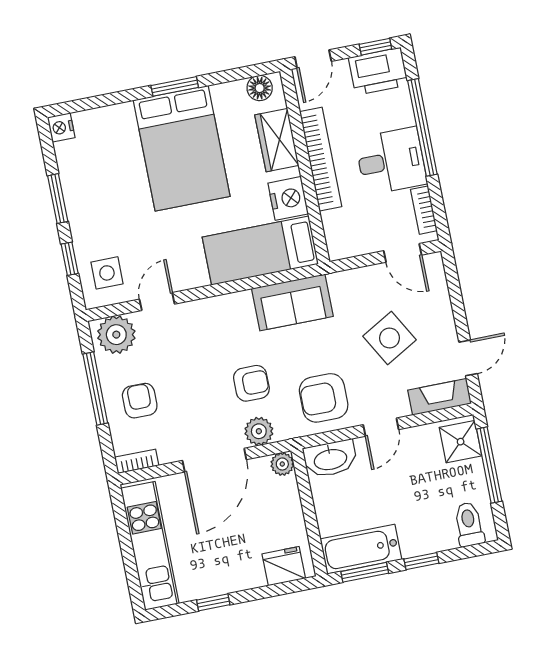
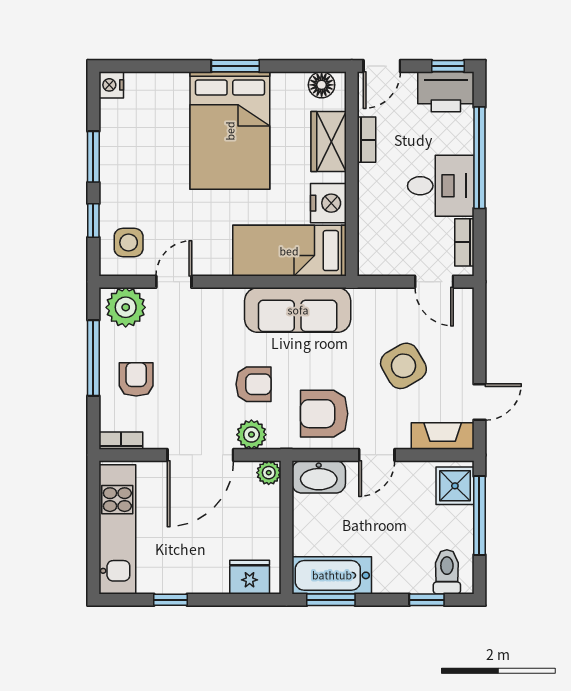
bookcase: (321, 159) -> (367, 140), width x0.43, depth x0.76
sofa: (292, 302) -> (298, 310), width x1.36
window: (421, 561) -> (427, 600), moved

